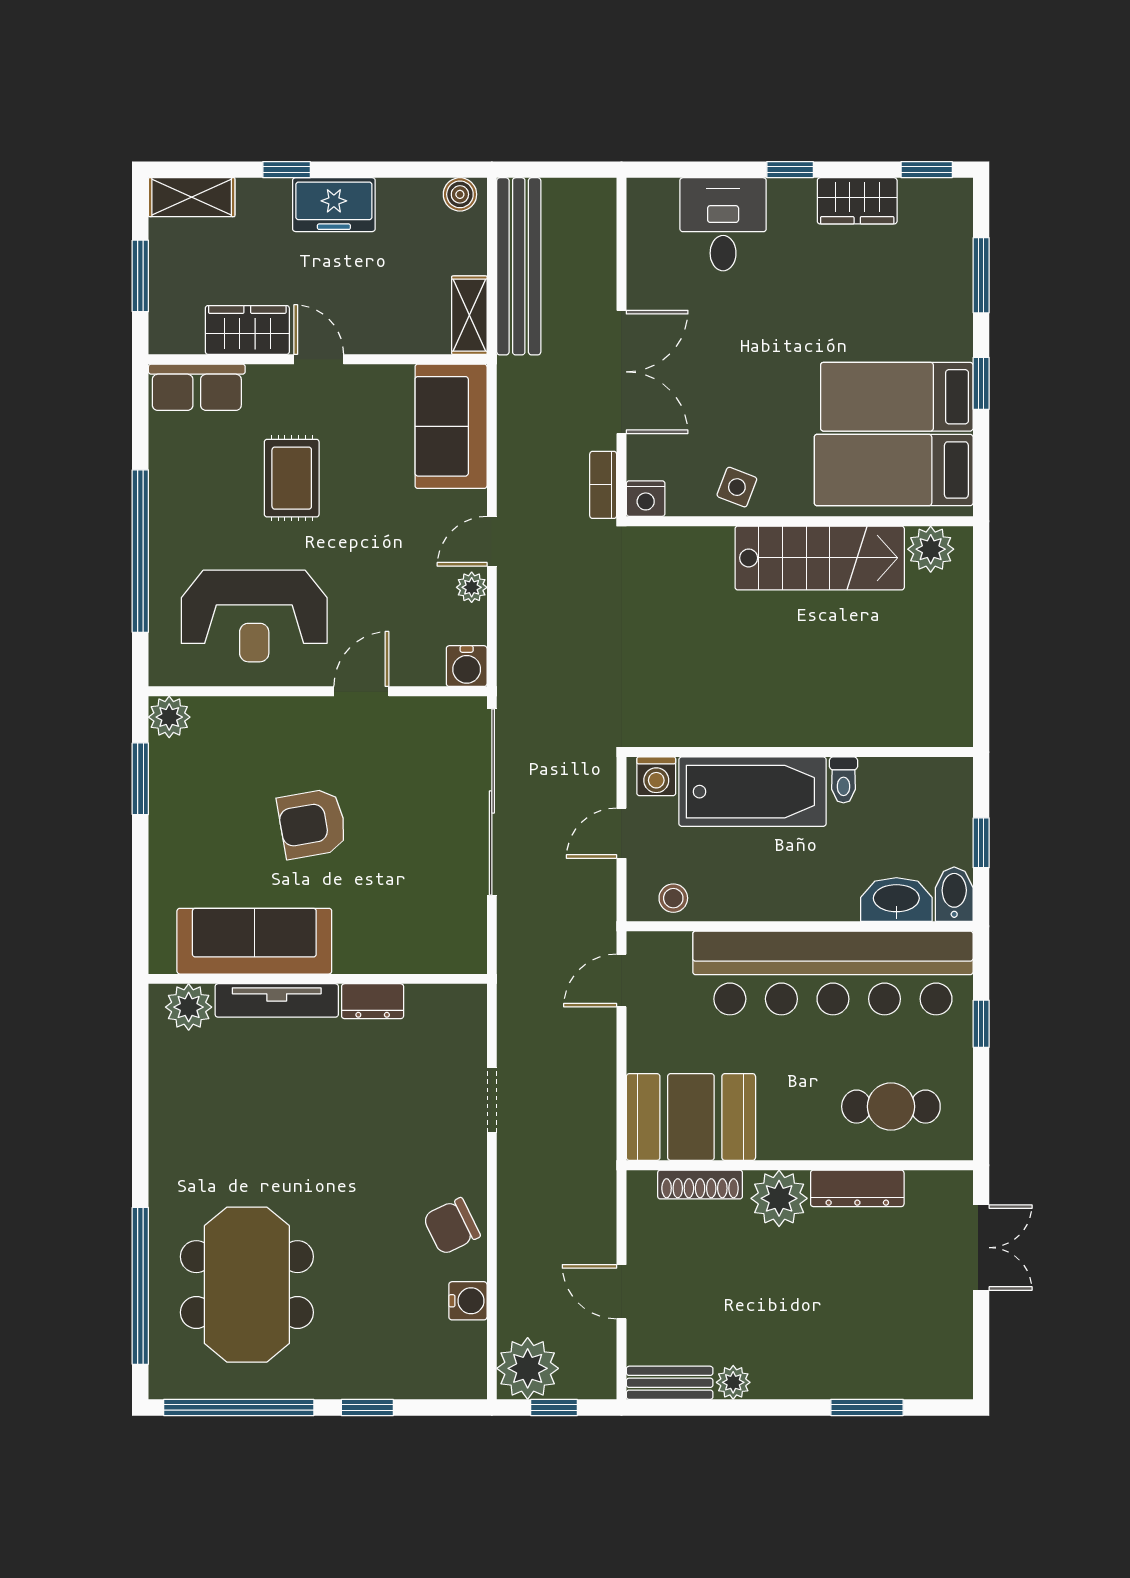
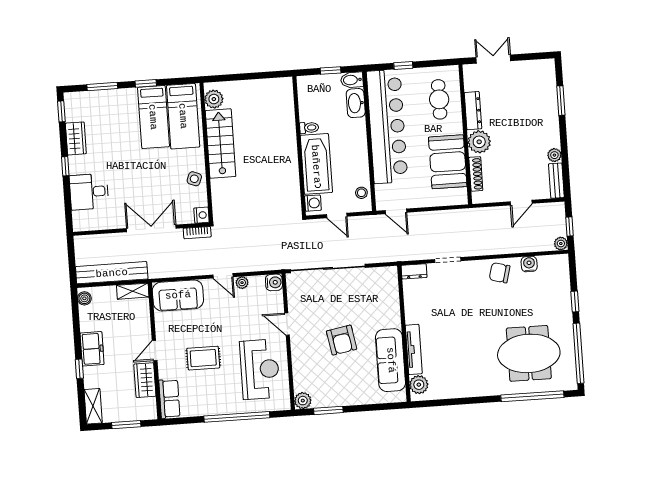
dresser: (373, 1001) -> (414, 271), moved, turned 90
booth: (691, 1117) -> (448, 162), moved
chair: (452, 1226) -> (500, 273), turned 131
plant: (528, 1368) -> (561, 244), width x0.53, depth x0.53

